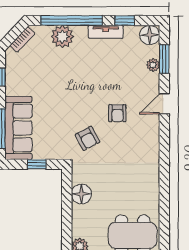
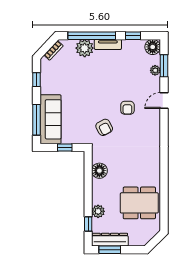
tv unit: (106, 32) -> (108, 44), moved

